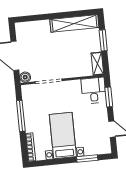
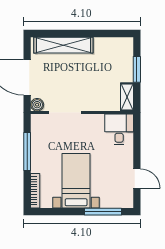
shelving: (74, 23) -> (63, 45), moved
window: (109, 97) -> (137, 139), removed
window: (87, 158) -> (103, 212), width x1.44

